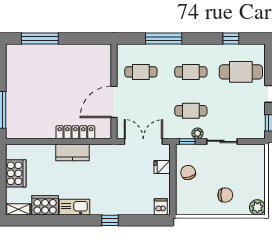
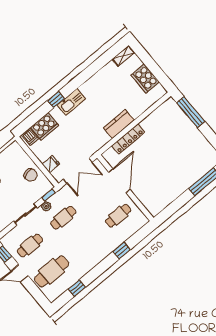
window: (164, 39) -> (122, 251), width x0.46
cafe table: (191, 72) -> (30, 246), moved
cooker: (45, 205) -> (44, 126), moved
kitchen sink: (75, 207) -> (71, 102), moved

